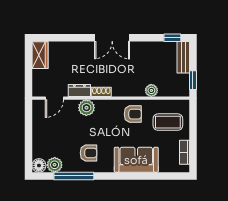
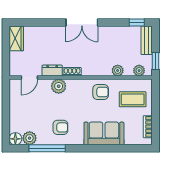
plant: (175, 90) -> (139, 71), added

